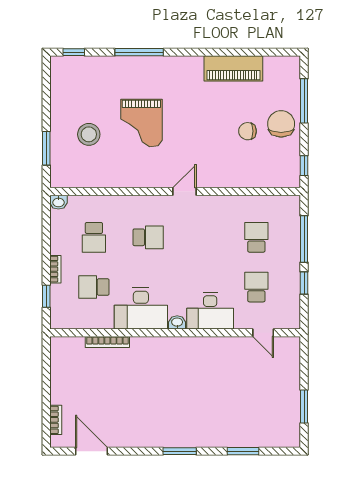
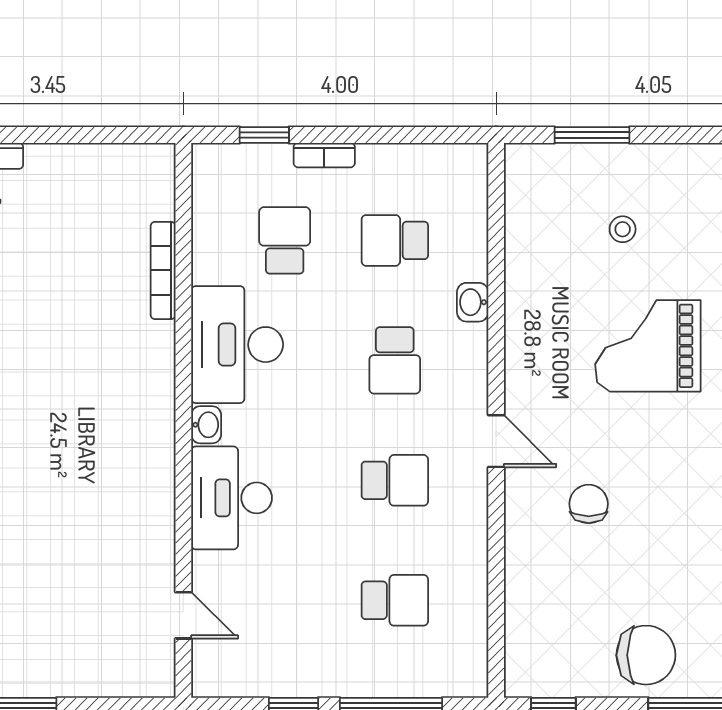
chair: (248, 131) -> (589, 504), moved
stool: (89, 134) -> (623, 229), width x0.53, depth x0.53
washbasin: (58, 202) -> (473, 302), moved
school desk: (256, 287) -> (395, 480), moved
door: (263, 333) -> (183, 615), swing flipped

